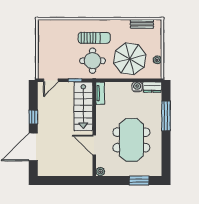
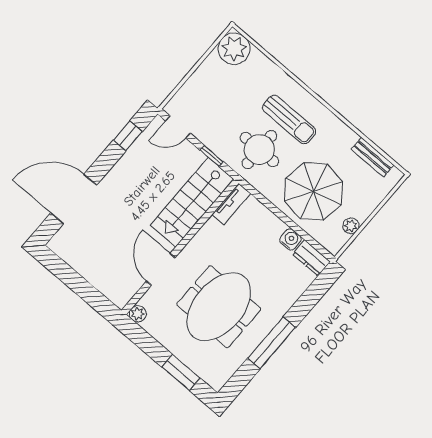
plant: (46, 28) -> (234, 49), added
window: (166, 116) -> (272, 343), moved
window: (33, 117) -> (128, 136), moved

